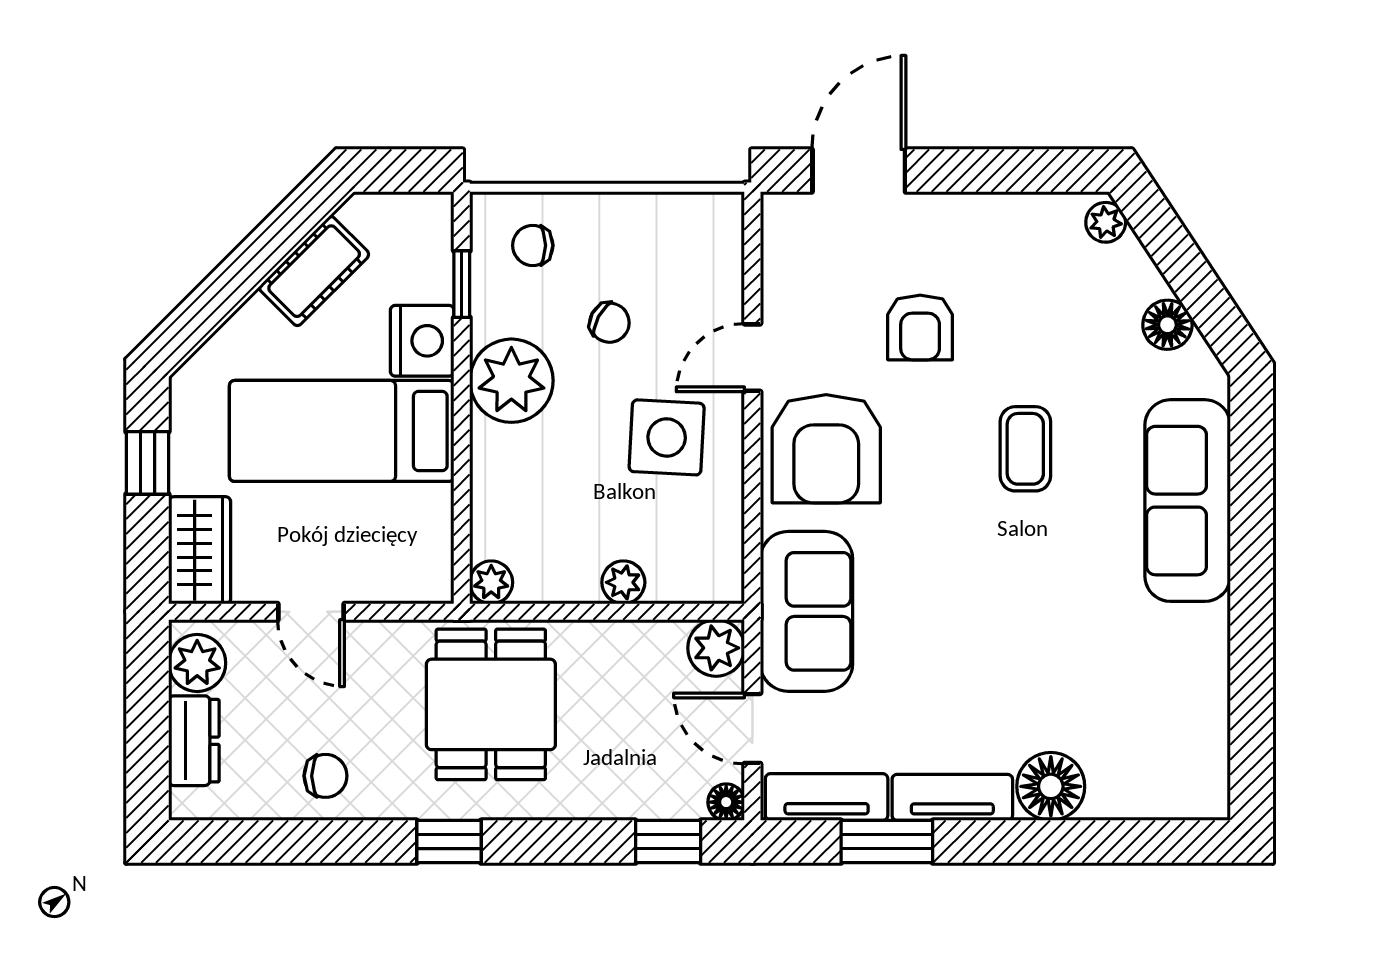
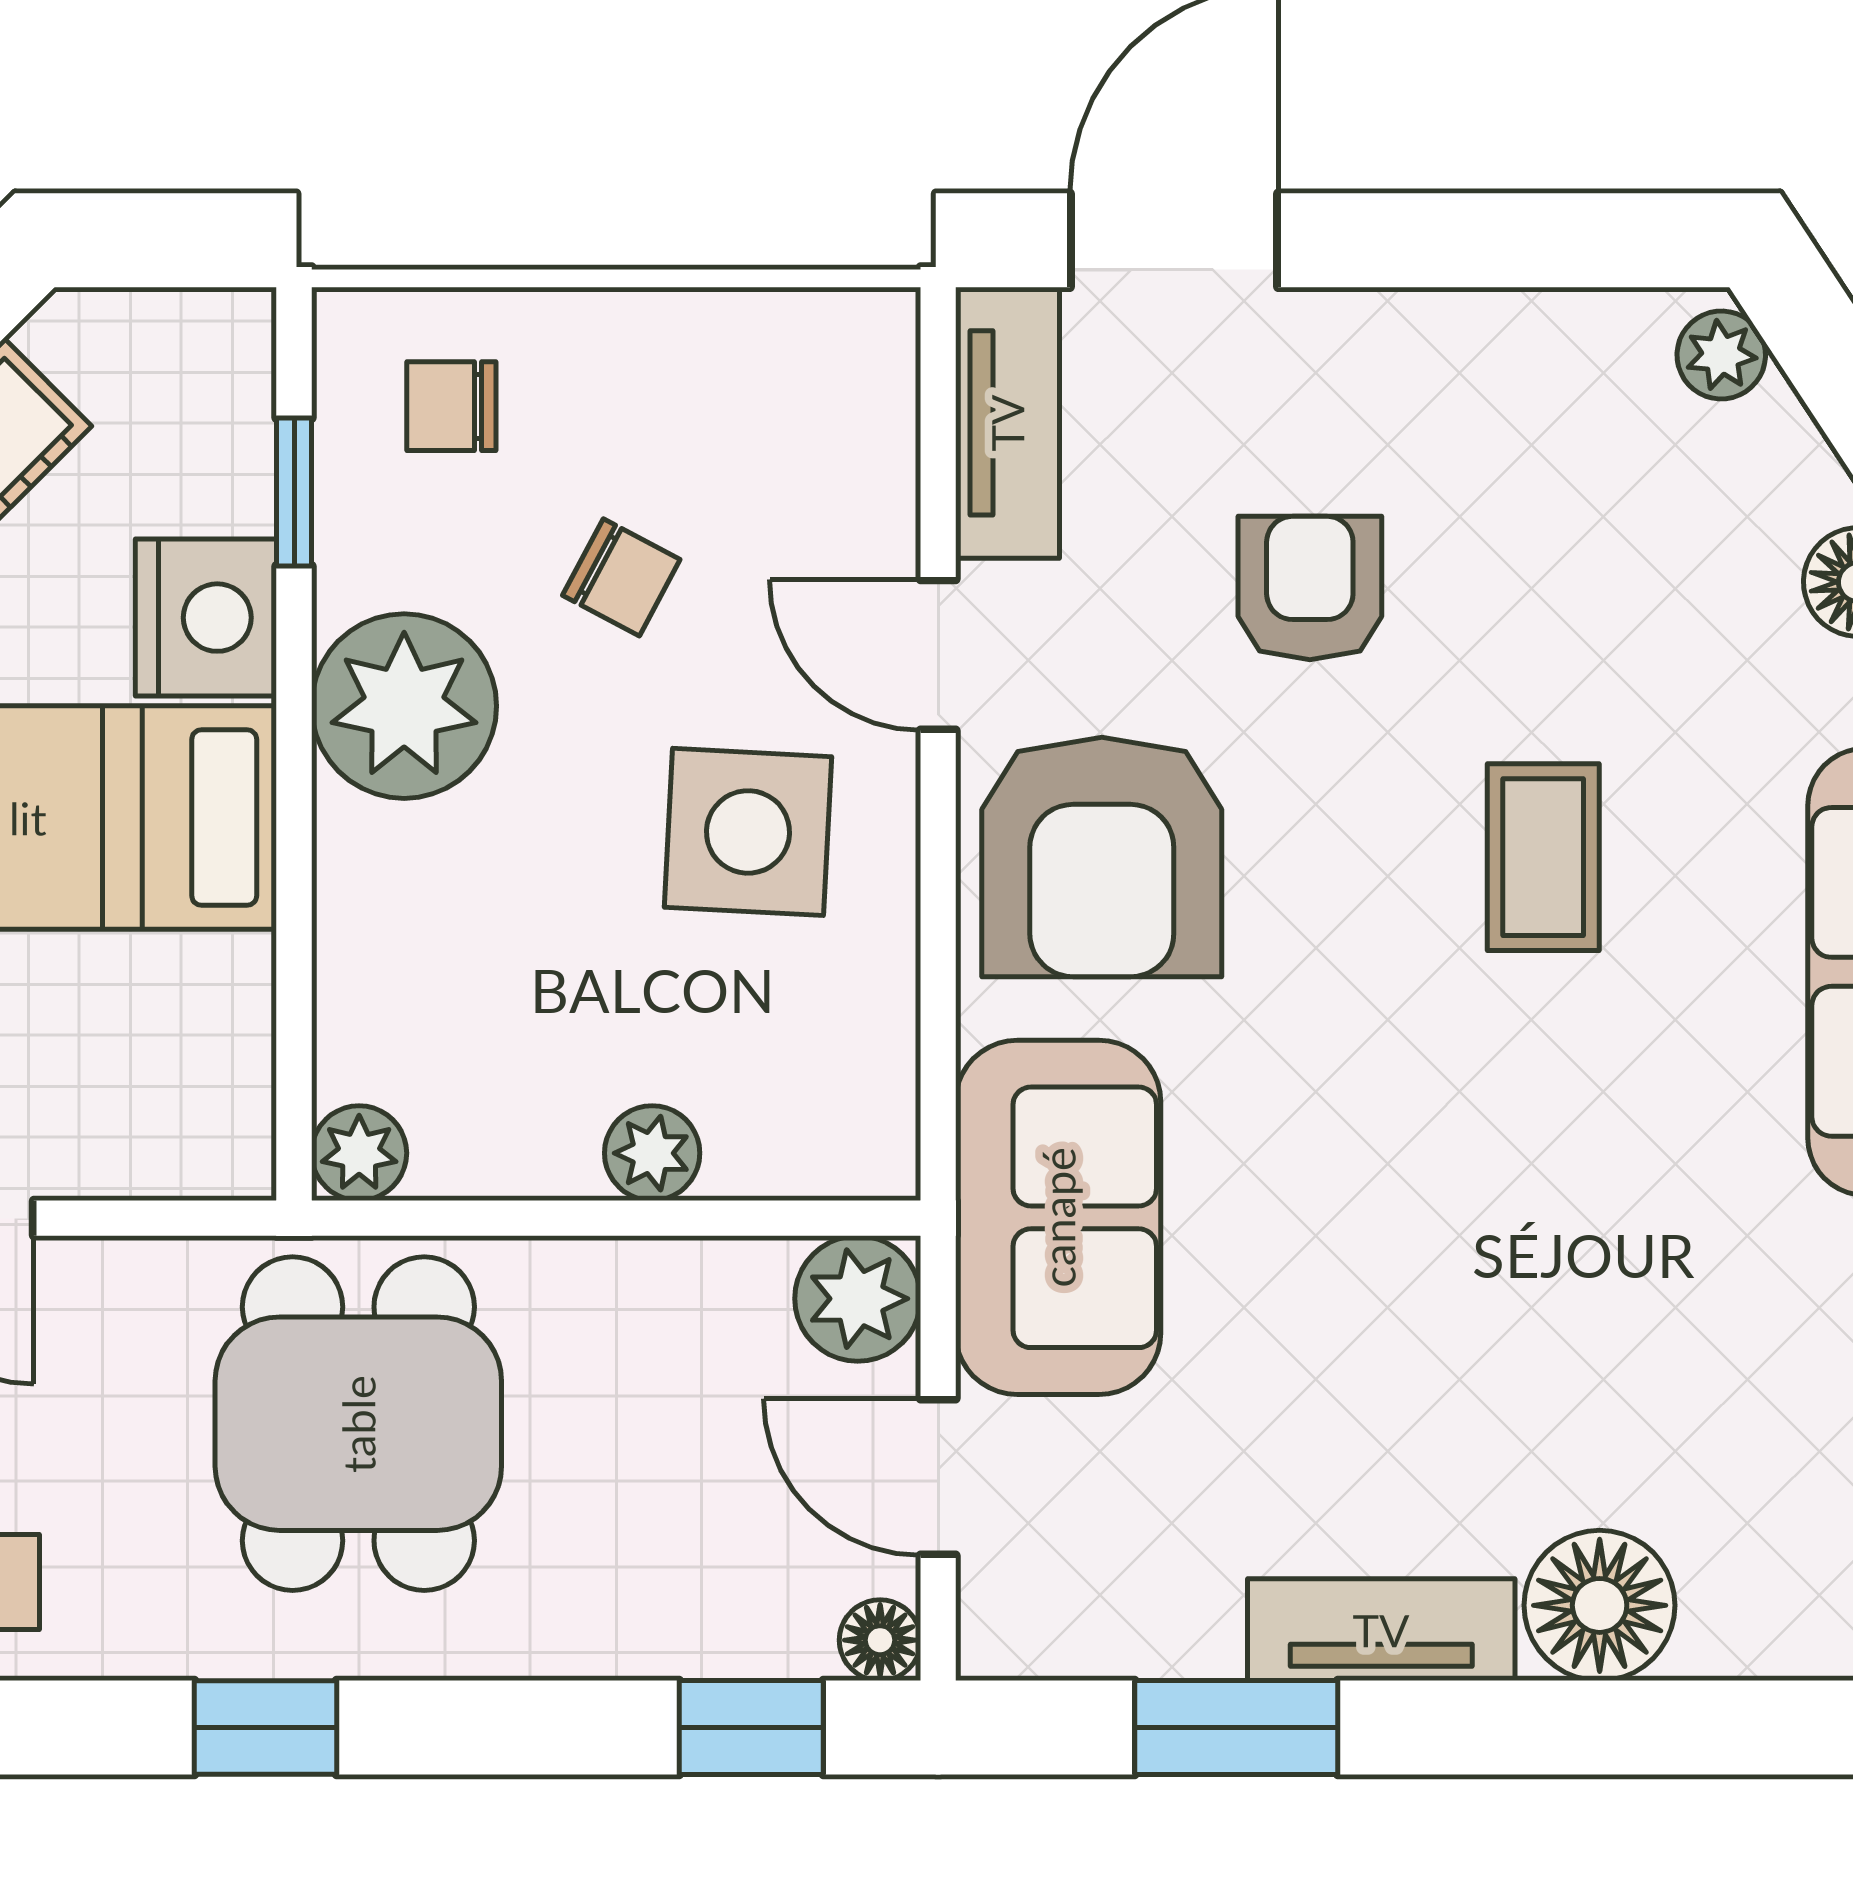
armchair: (920, 327) -> (1310, 588), turned 180
door: (752, 358) -> (938, 655), hinge flipped
tv unit: (827, 797) -> (1007, 423), moved, turned 90

